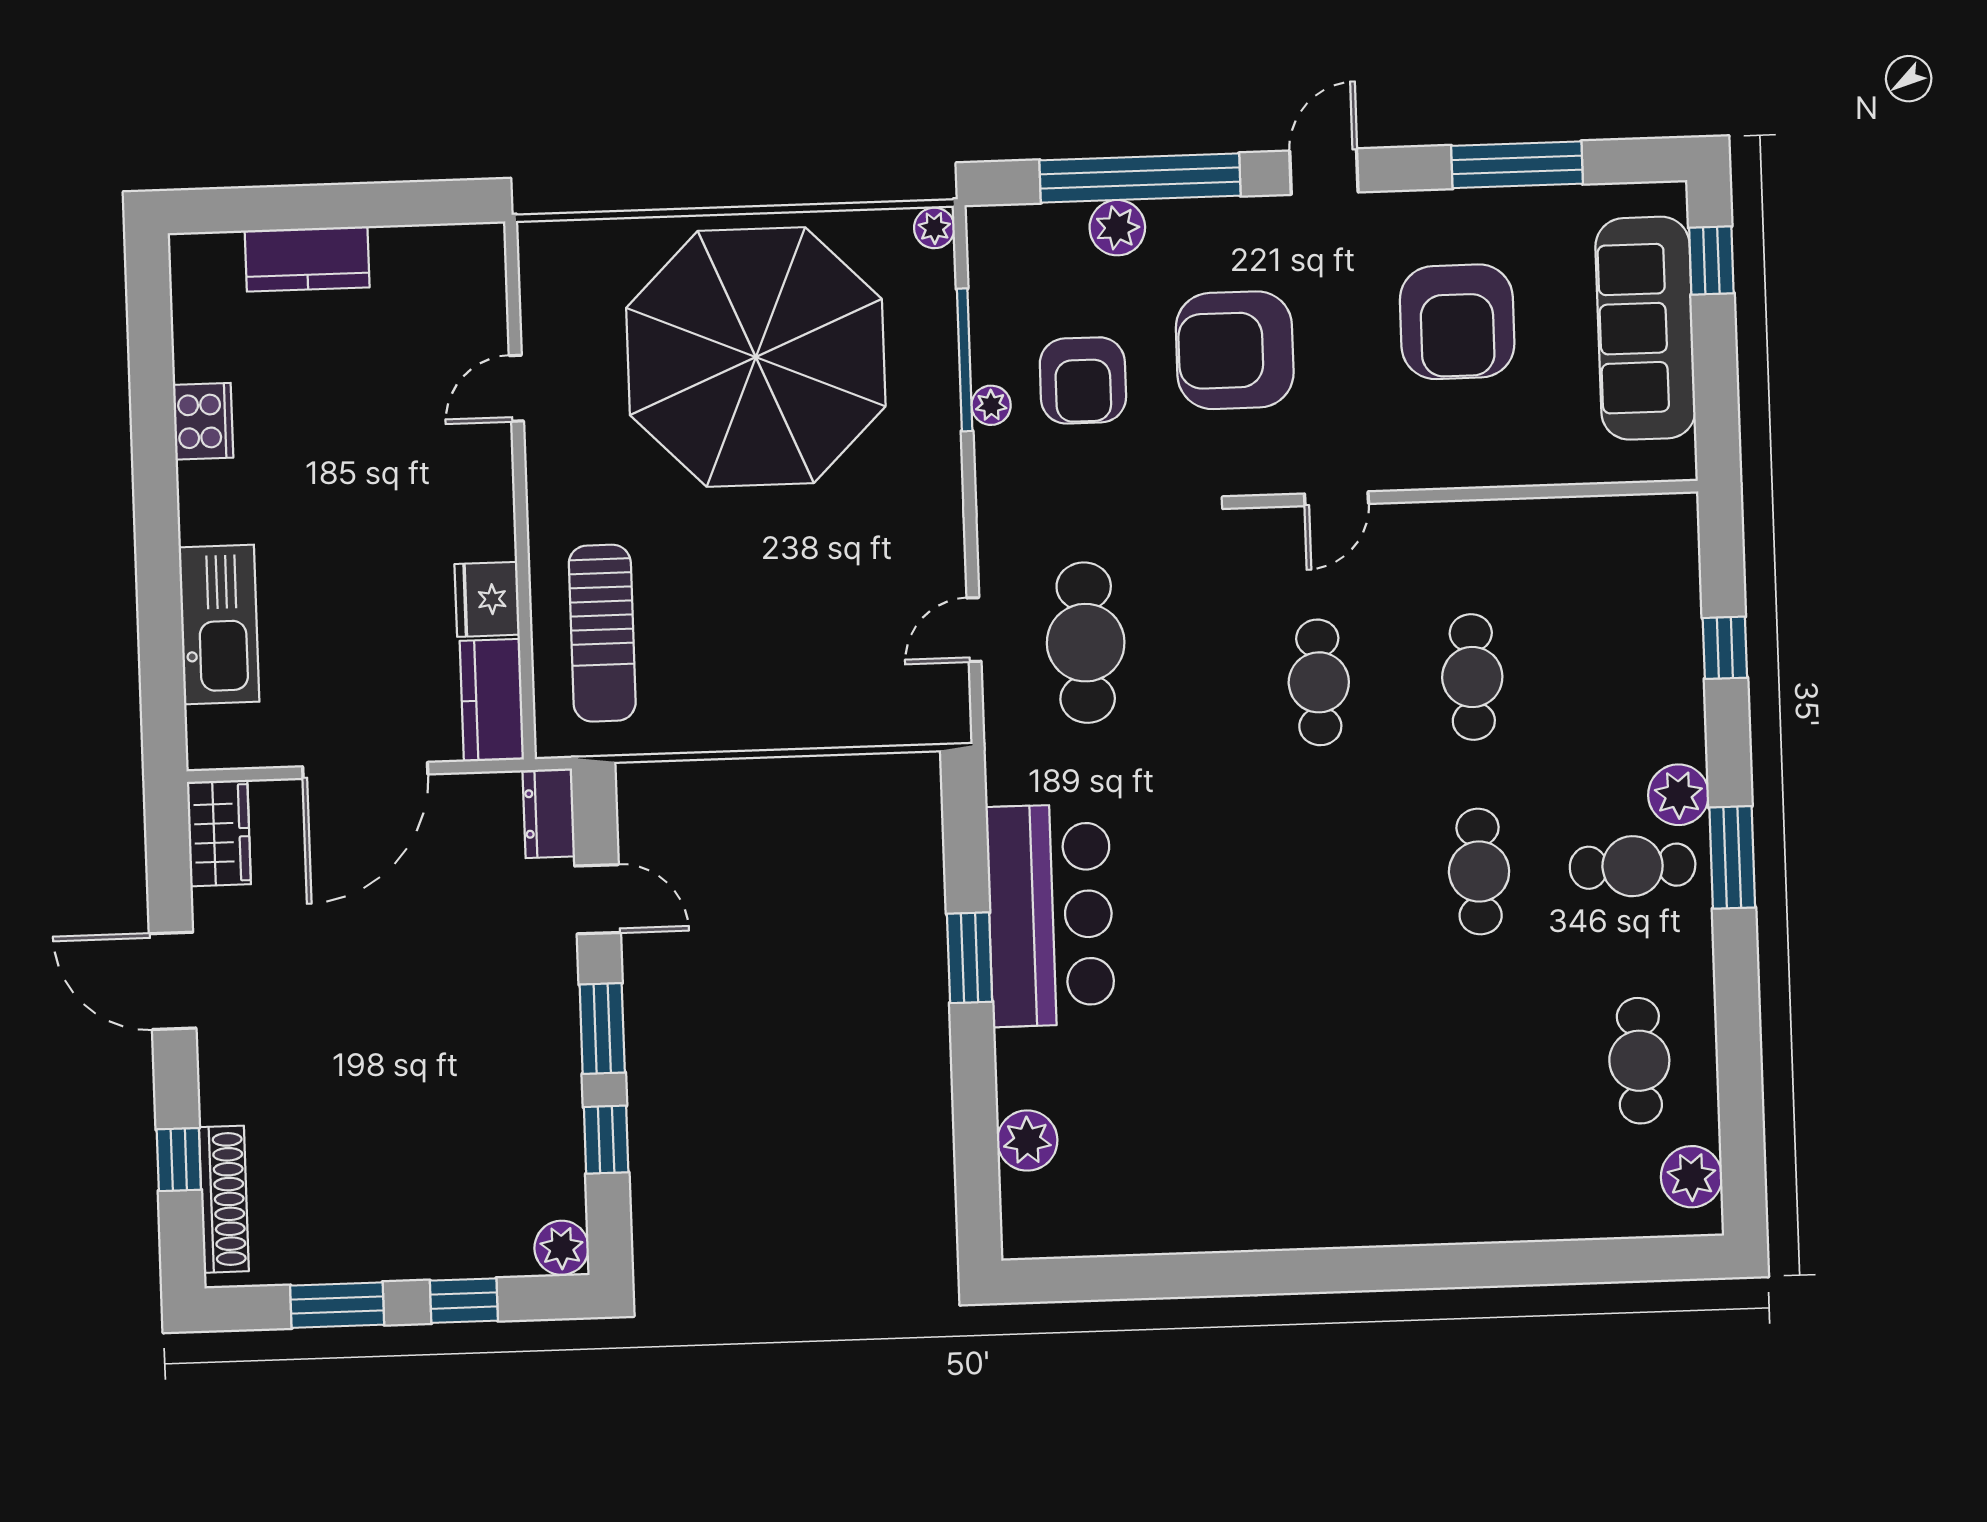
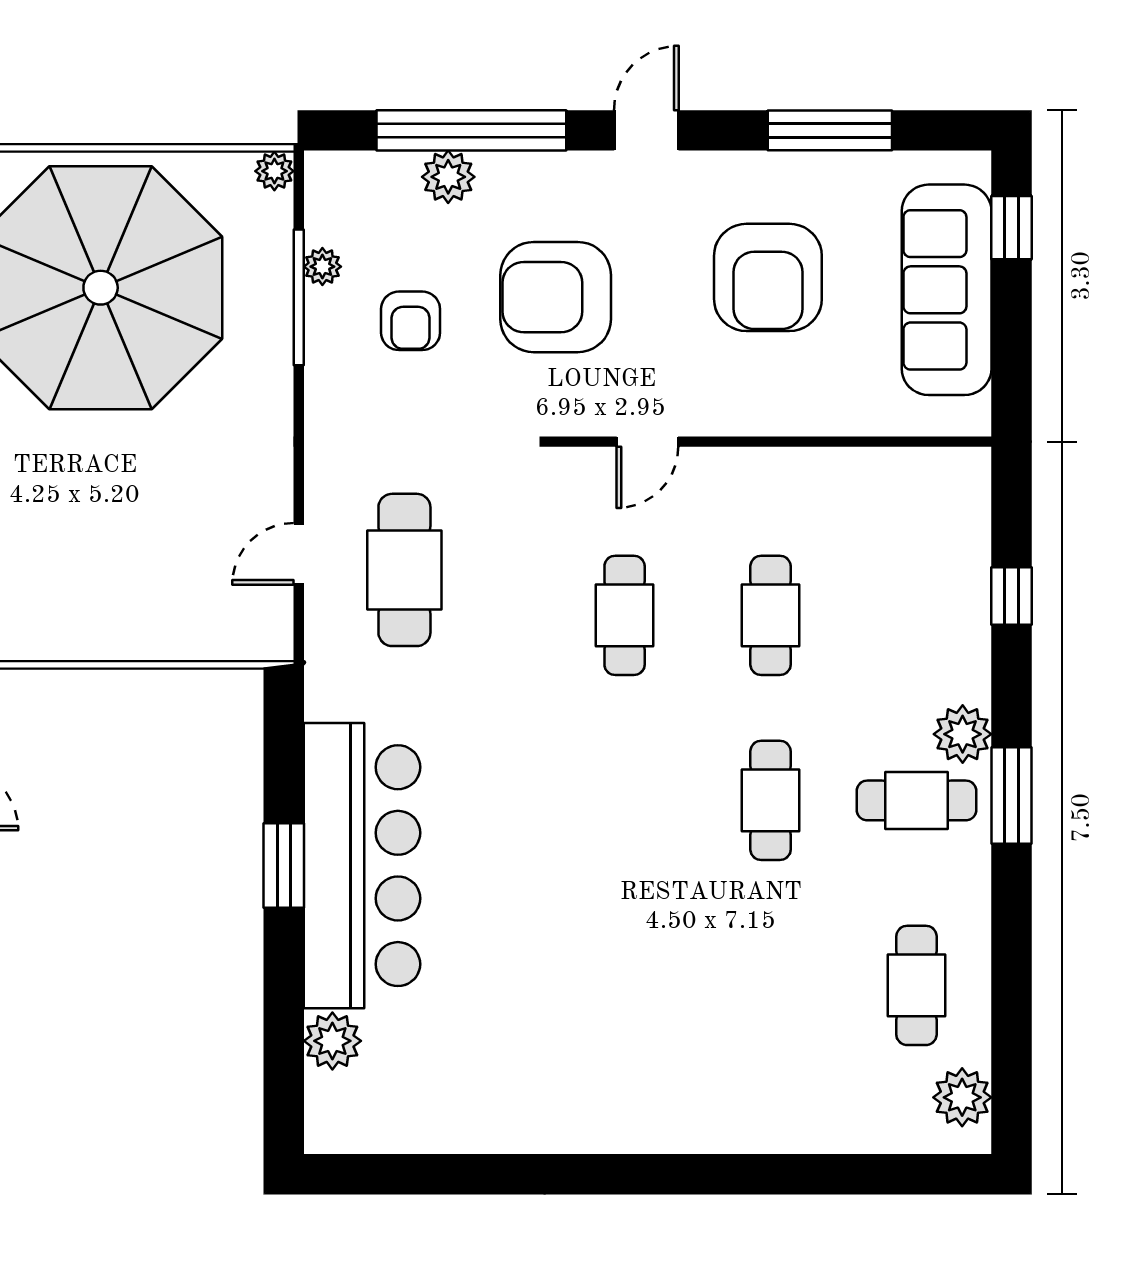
armchair: (1083, 380) -> (411, 321), width x0.72, depth x0.72
plant: (991, 405) -> (322, 267), moved
bar counter: (1050, 915) -> (362, 866), width x1.36

